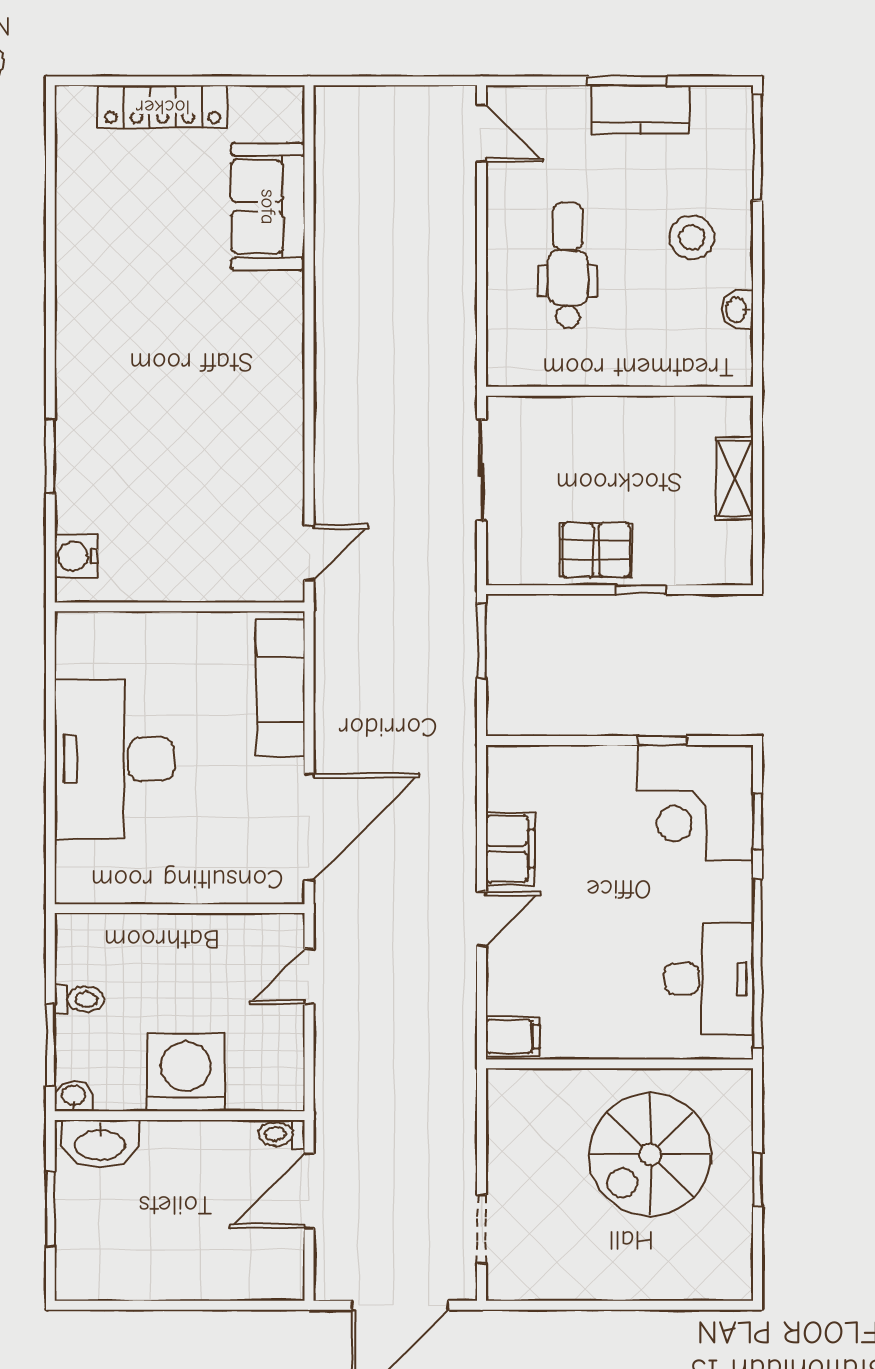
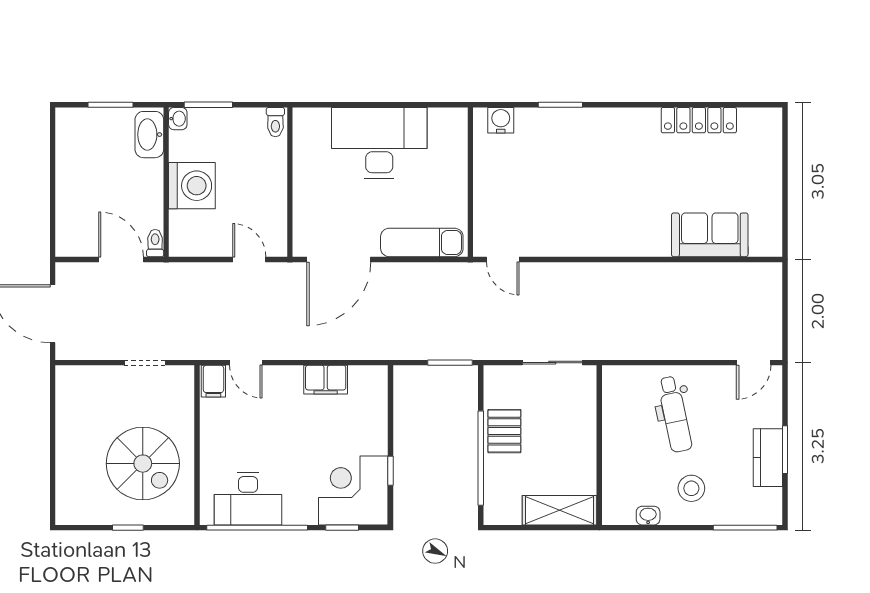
locker: (163, 107) -> (699, 120), moved, turned -90
dental chair: (568, 265) -> (675, 414), turned 78
shelving: (735, 478) -> (560, 510), width x1.50, depth x1.33
window: (641, 590) -> (481, 458), width x3.17
door: (309, 827) -> (339, 259), hinge flipped
door: (482, 919) -> (246, 363), moved
toilet: (79, 999) -> (275, 122), moved
spiral stairs: (650, 1155) -> (143, 464), turned 180
doorway: (482, 1229) -> (145, 363), moved

